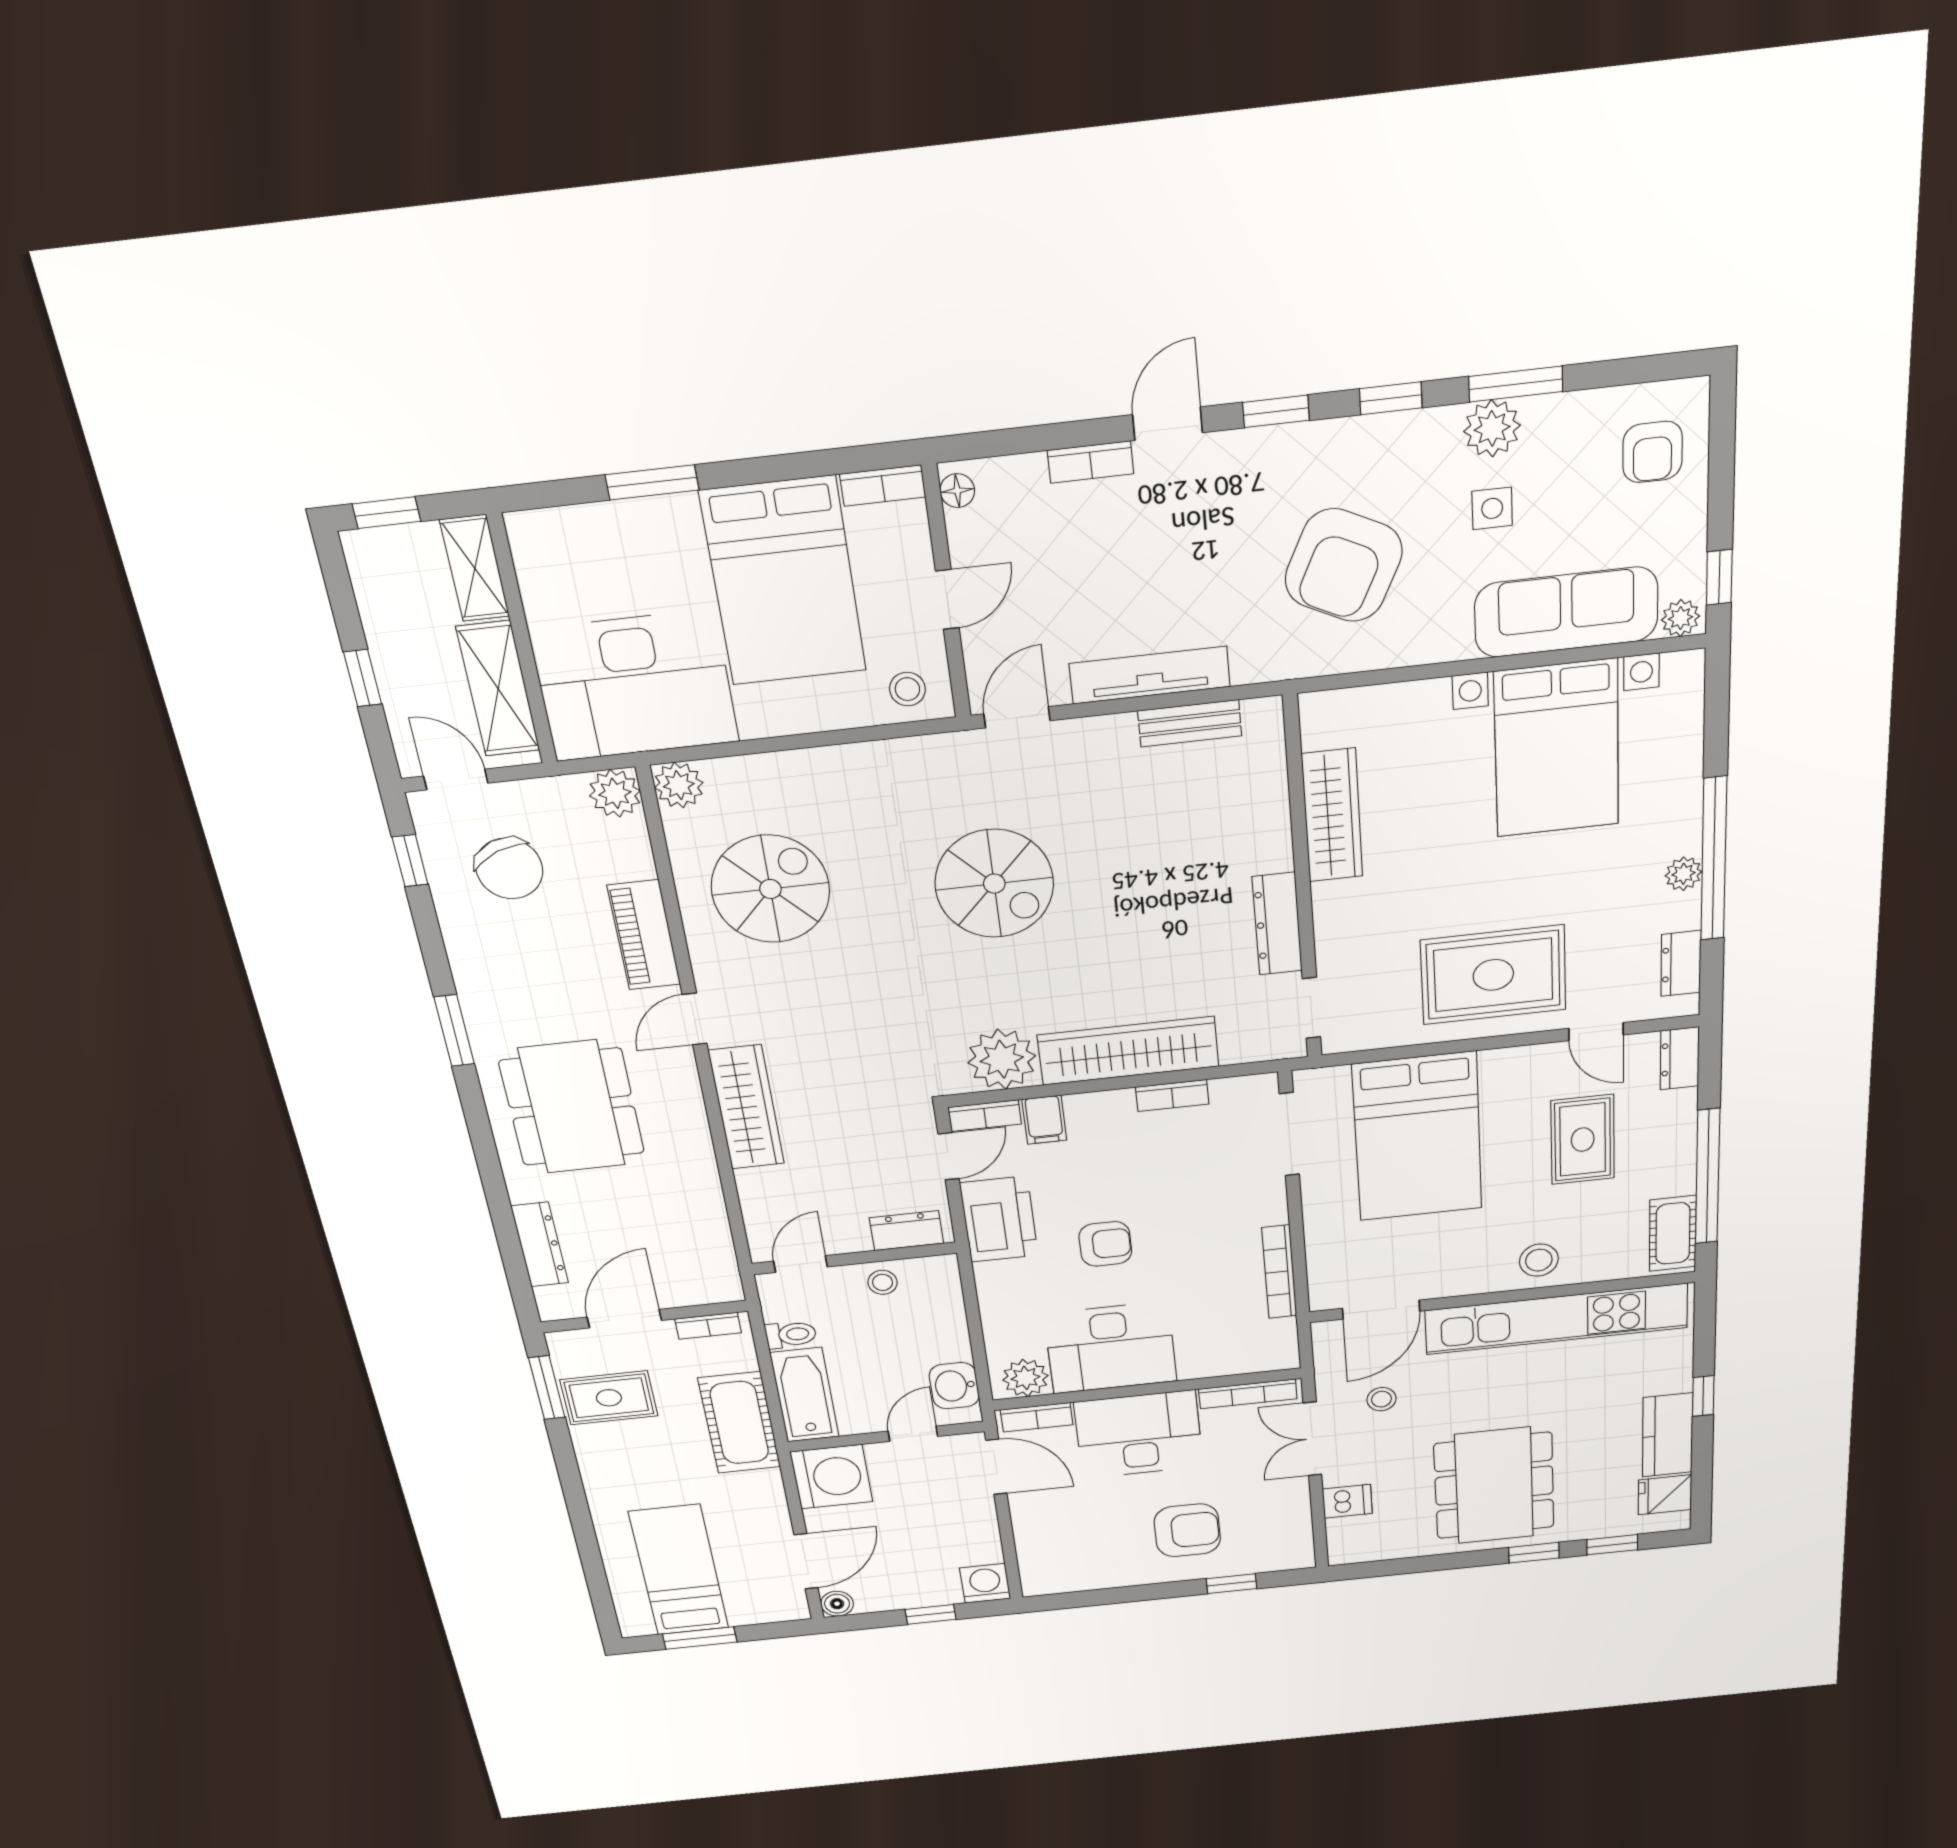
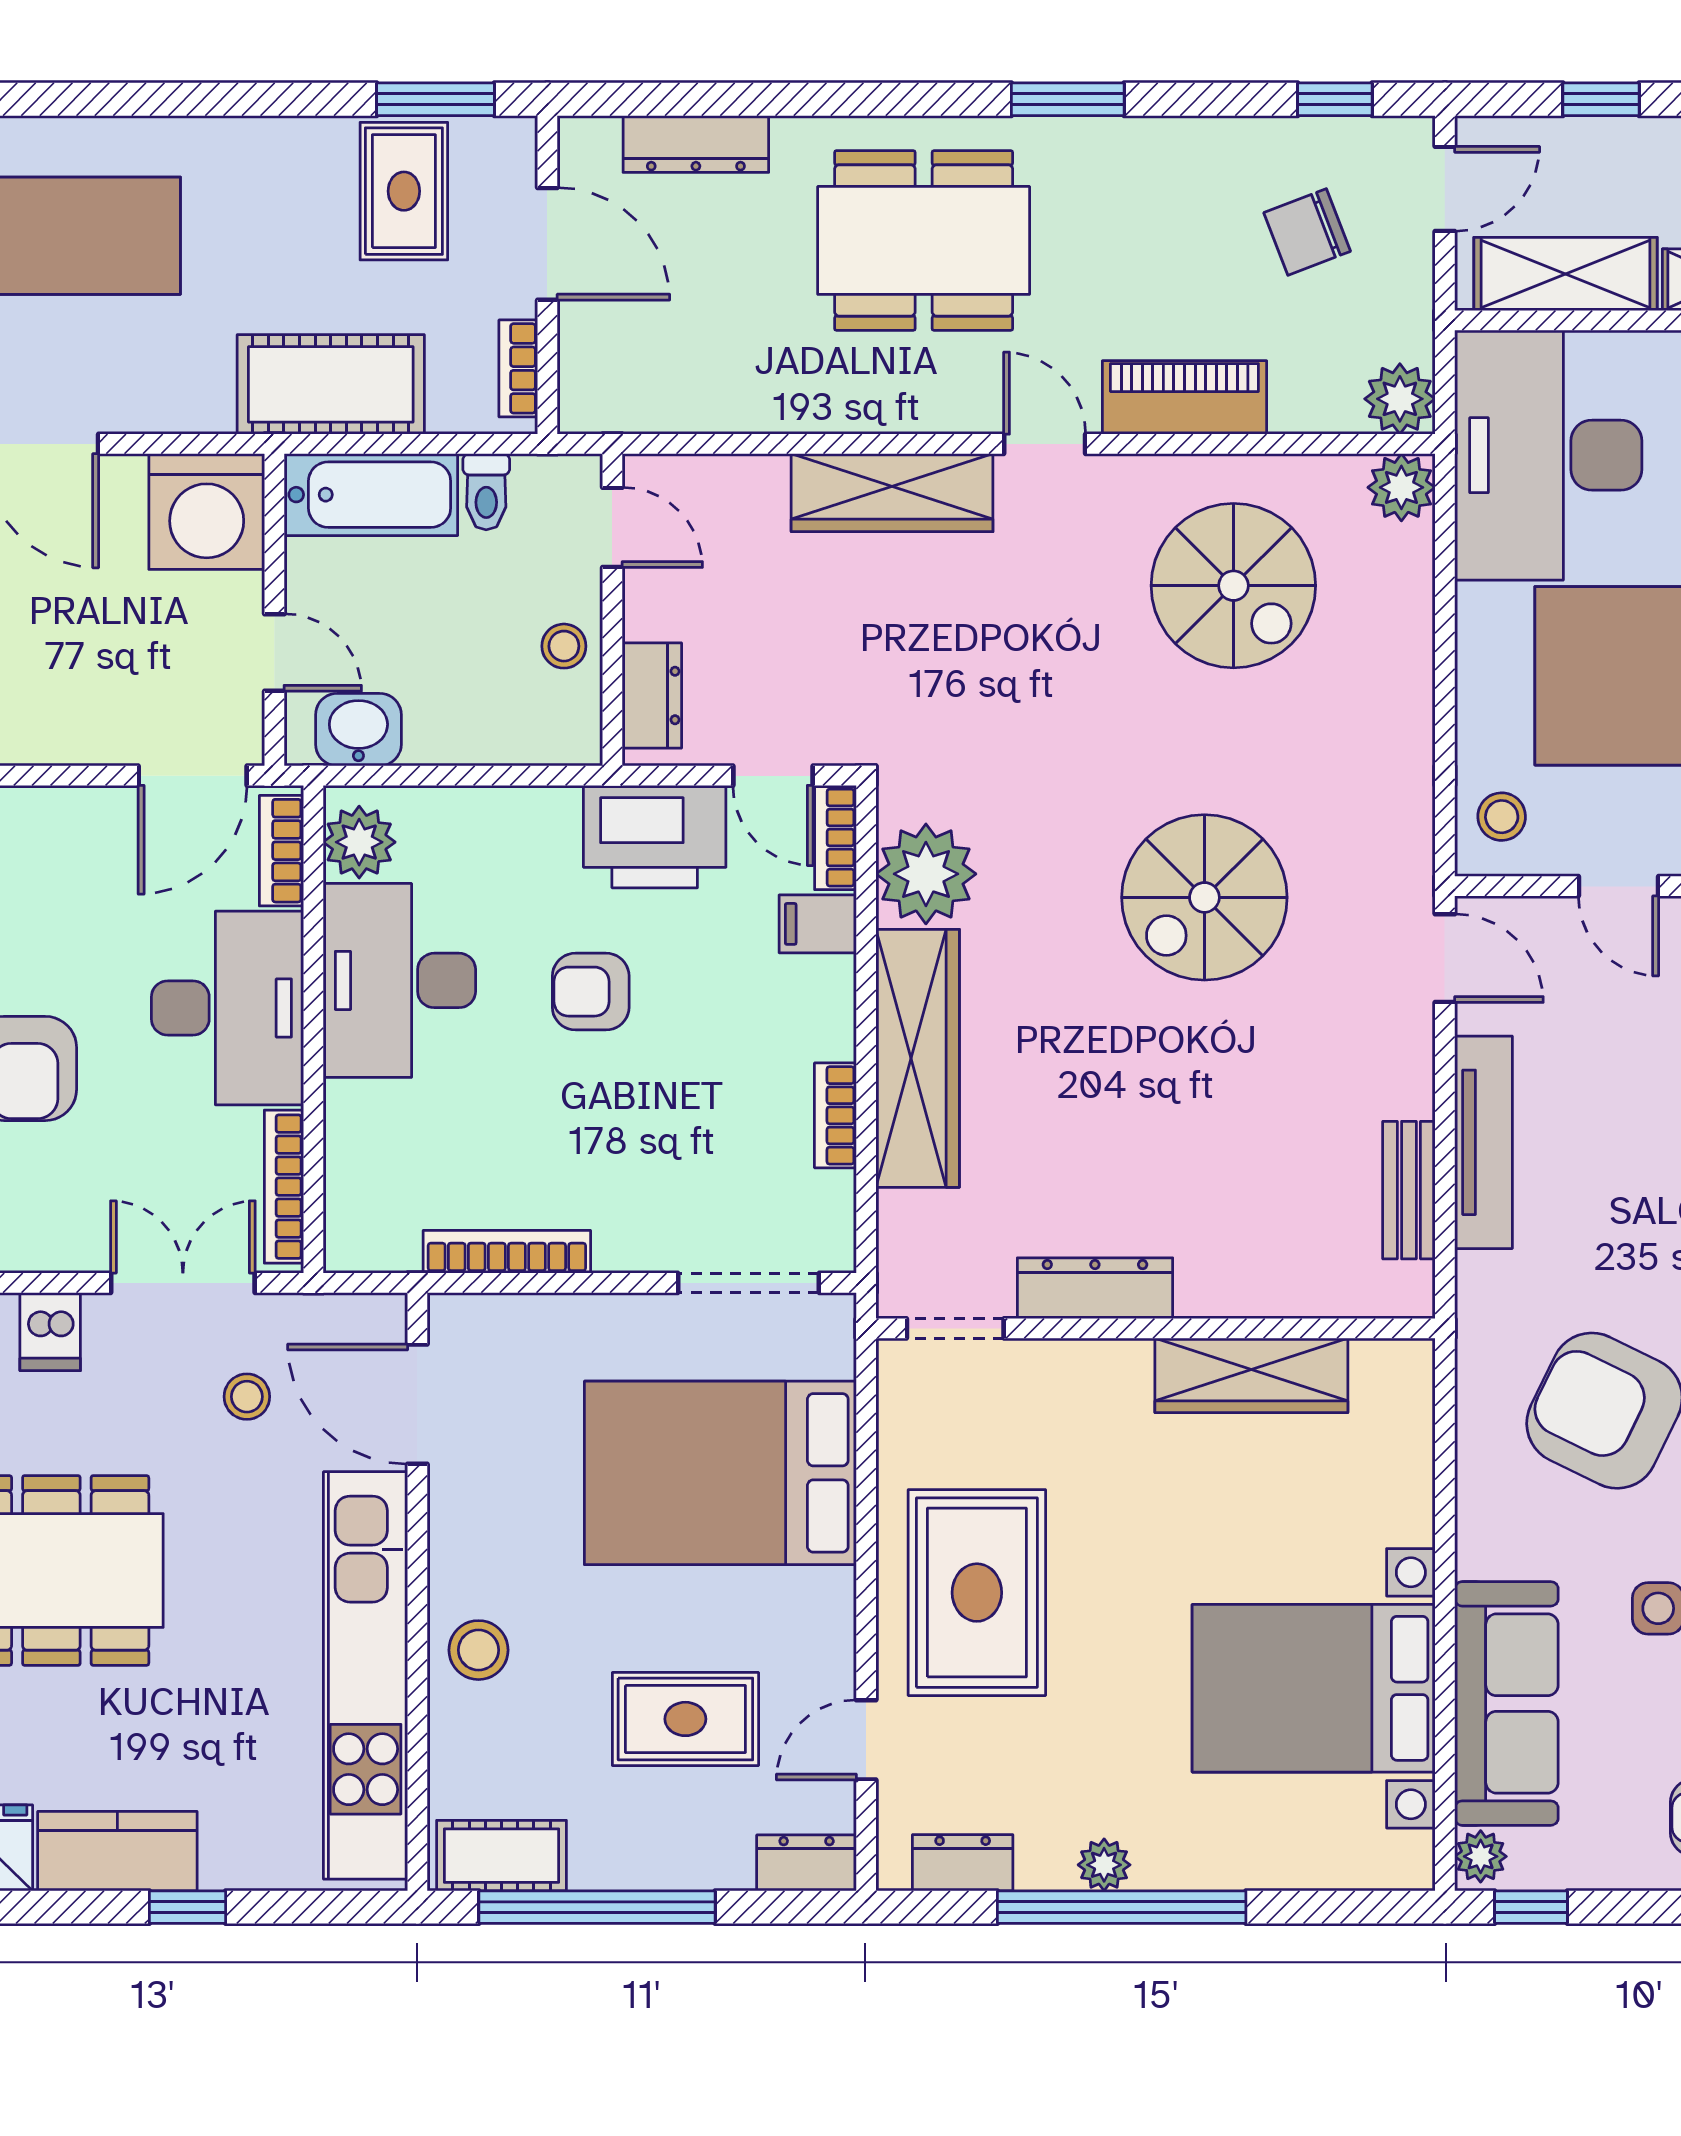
chair: (509, 868) -> (1307, 232), width x0.73, depth x0.73
armchair: (1105, 1244) -> (591, 992), turned 90

